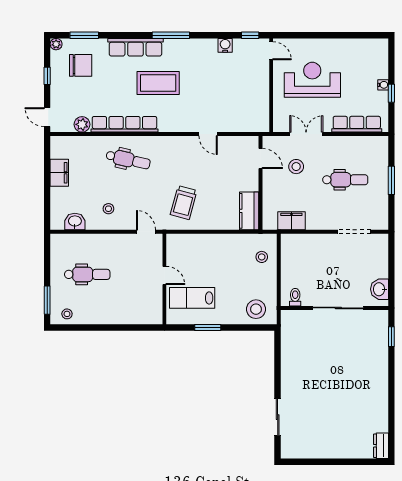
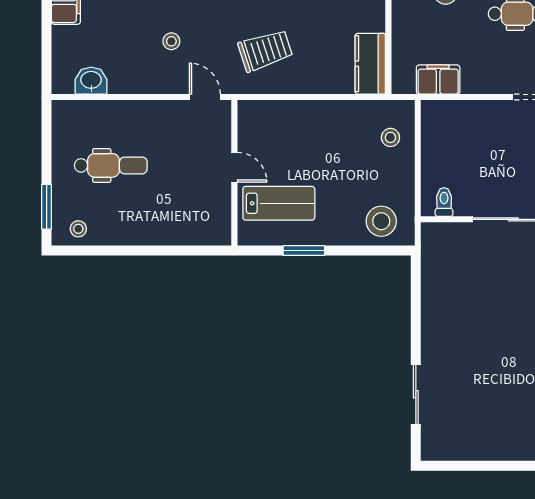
trolley: (184, 203) -> (265, 50), turned -123
stool: (108, 209) -> (171, 41), moved
lab bench: (192, 298) -> (279, 203), turned 180

